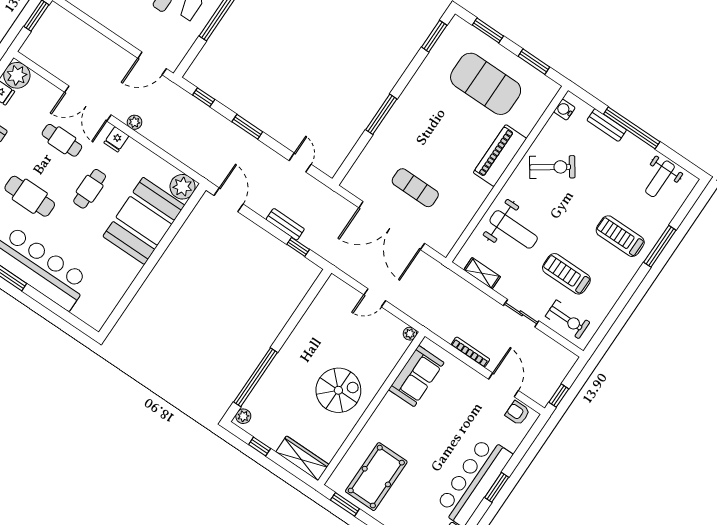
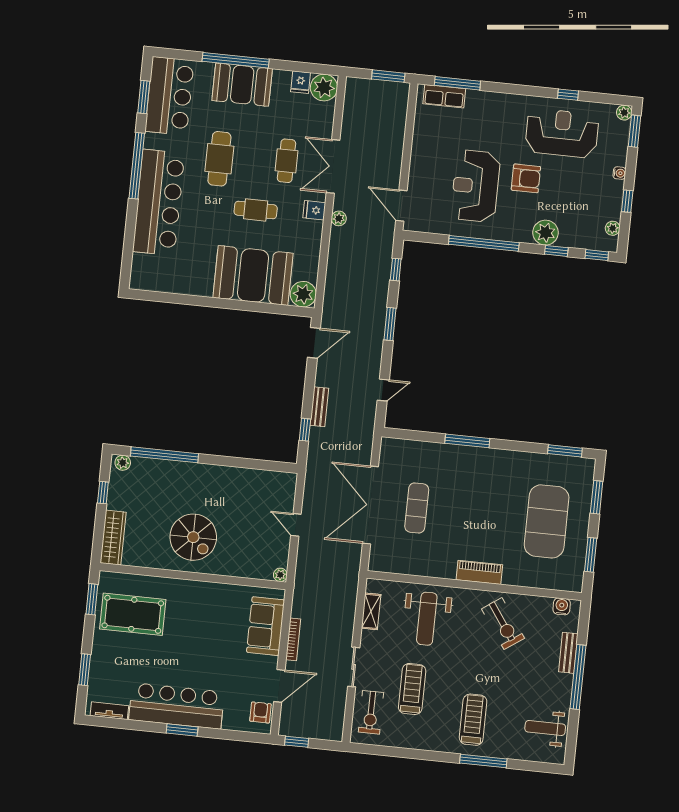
piano: (500, 156) -> (479, 572), width x0.73, depth x0.75
sofa: (416, 376) -> (266, 626), moved, turned 90

